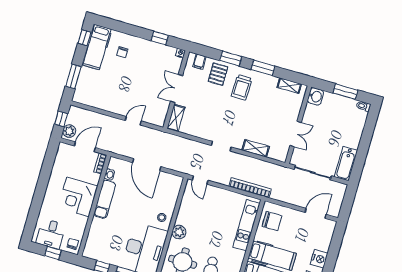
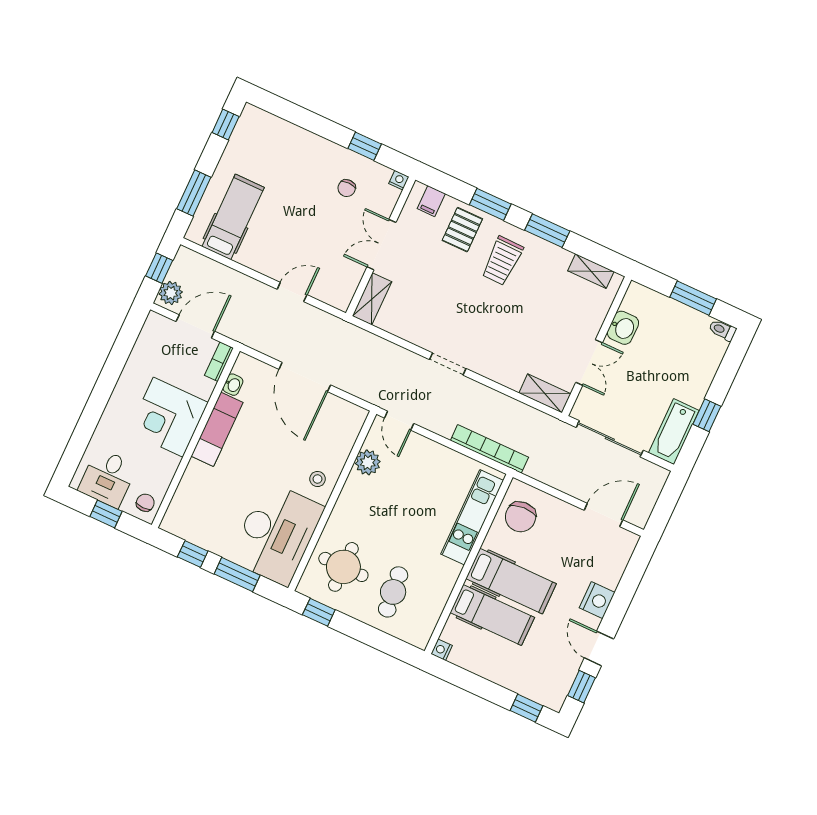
hospital bed: (97, 47) -> (233, 217), moved, turned 180
chair: (122, 52) -> (347, 188), moved
washbasin: (316, 96) -> (623, 328), moved
shelving: (256, 148) -> (545, 393), moved
window: (362, 152) -> (707, 415), added
chair: (272, 221) -> (521, 517), turned 87
plant: (179, 232) -> (368, 462), moved

